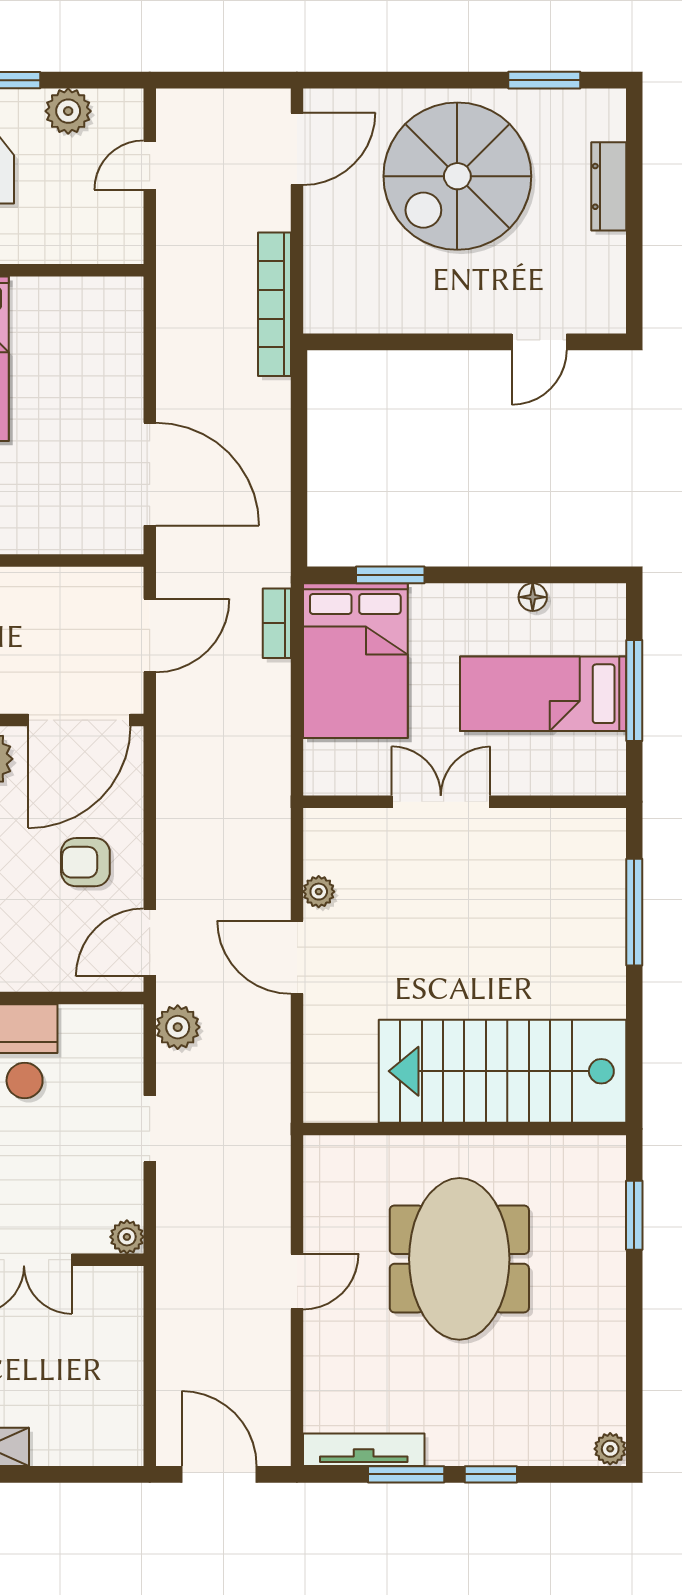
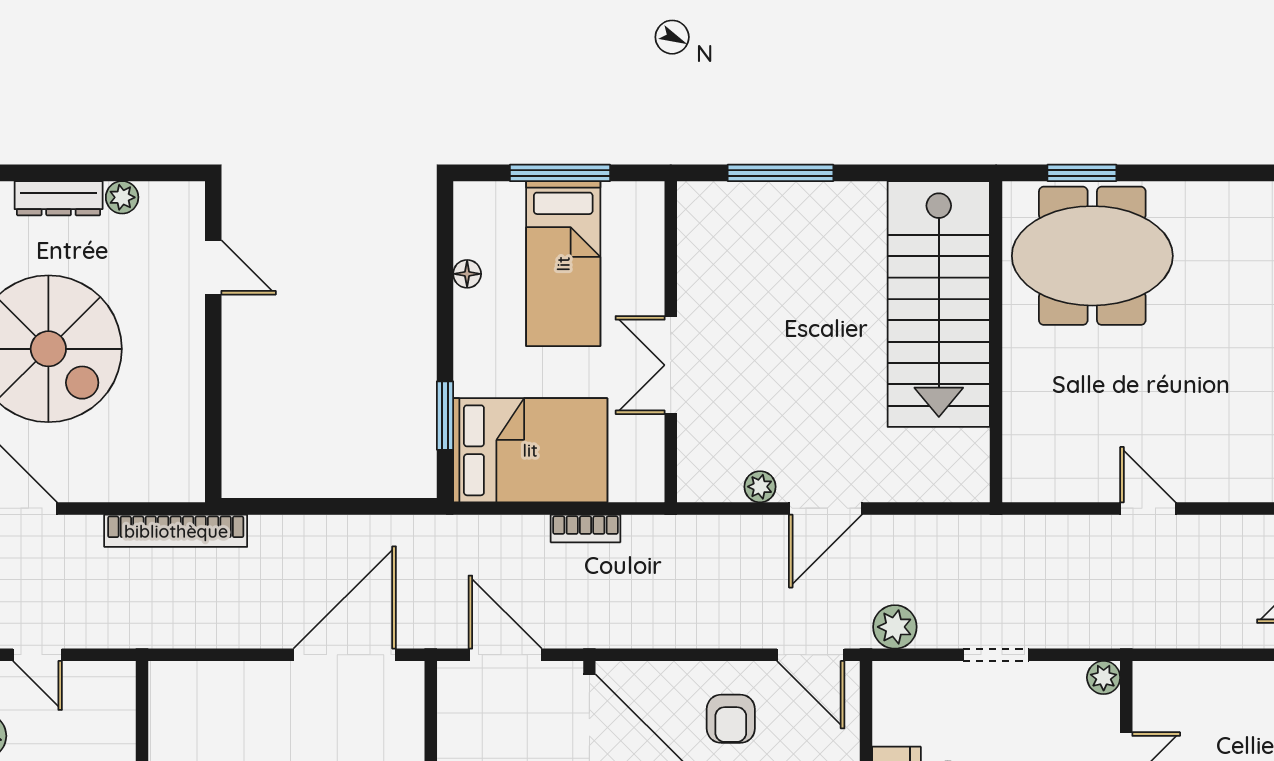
plant: (610, 250) -> (122, 197), added
bookcase: (277, 623) -> (586, 528), moved
meeting table: (459, 1259) -> (1092, 256), moved

